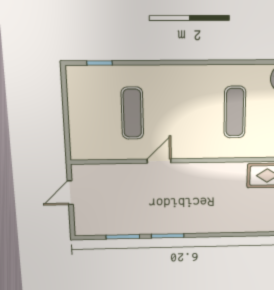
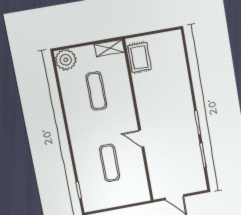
exercise mat: (235, 112) -> (96, 91), turned 90
exercise mat: (132, 113) -> (110, 163), turned 90

